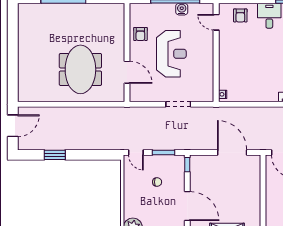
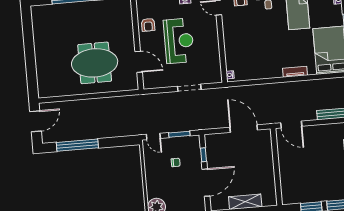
meeting table: (80, 69) -> (95, 63), turned 90
window: (55, 155) -> (77, 145), width x2.11
window: (187, 165) -> (204, 155), moved
door: (187, 206) -> (206, 183), hinge flipped

